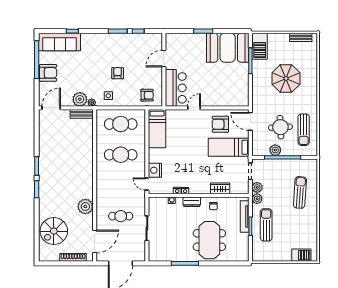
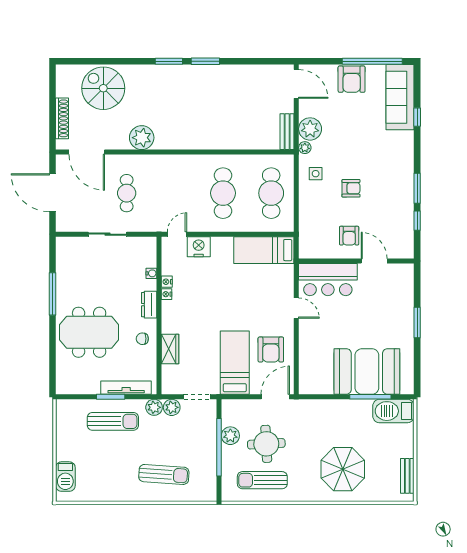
booth: (228, 48) -> (367, 371), moved, turned 90
parasol: (286, 78) -> (343, 469), moved
armchair: (147, 95) -> (349, 236), moved
armchair: (220, 124) -> (271, 350), turned 180

